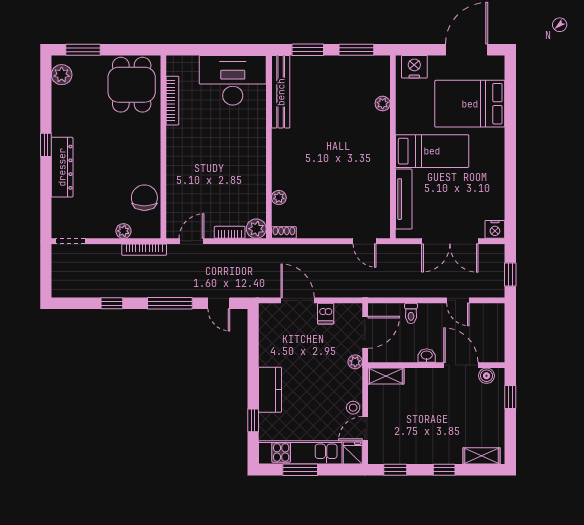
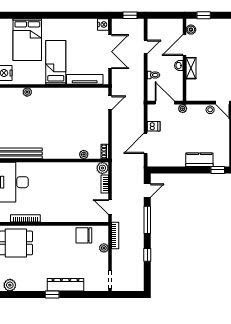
shelving: (386, 376) -> (191, 68), moved

